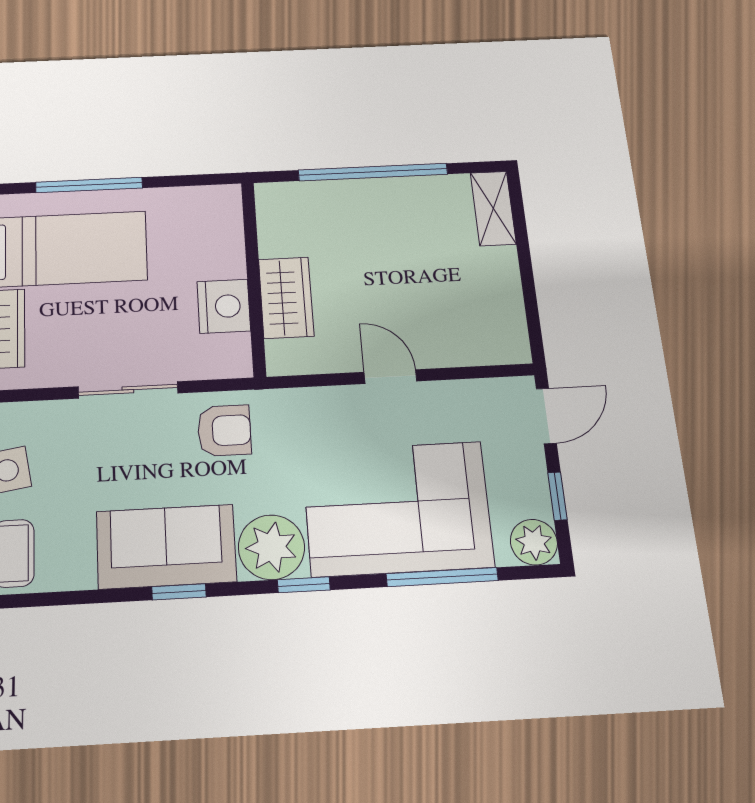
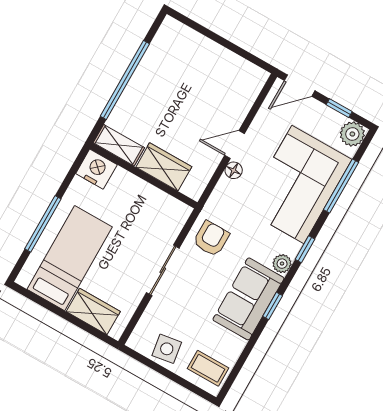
shelving: (493, 208) -> (119, 145), moved
nightstand: (224, 306) -> (96, 169), moved
floor lamp: (351, 399) -> (234, 170), added
door: (546, 416) -> (300, 86), swing flipped
plant: (271, 547) -> (282, 264), width x0.53, depth x0.53

